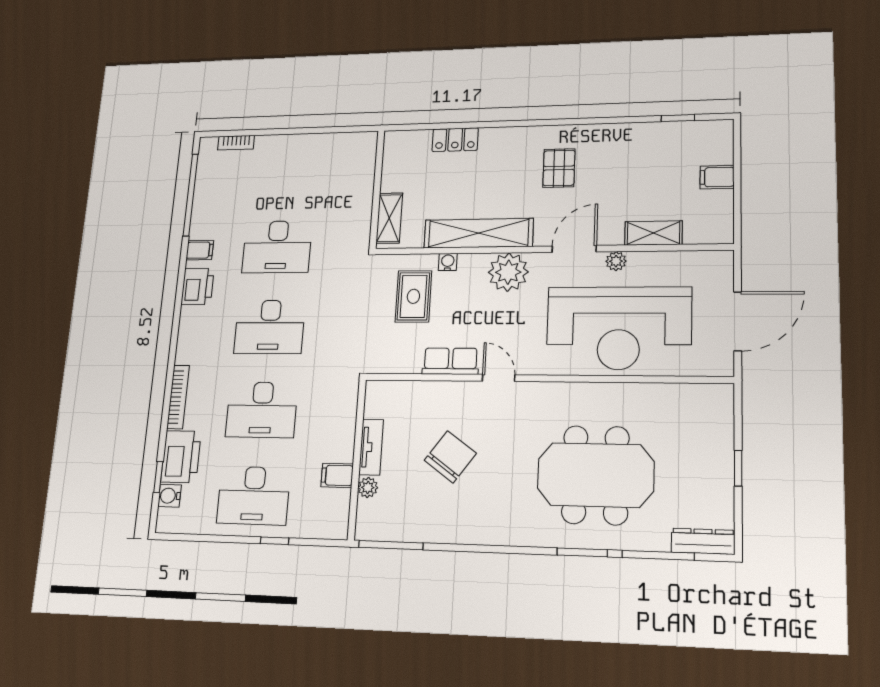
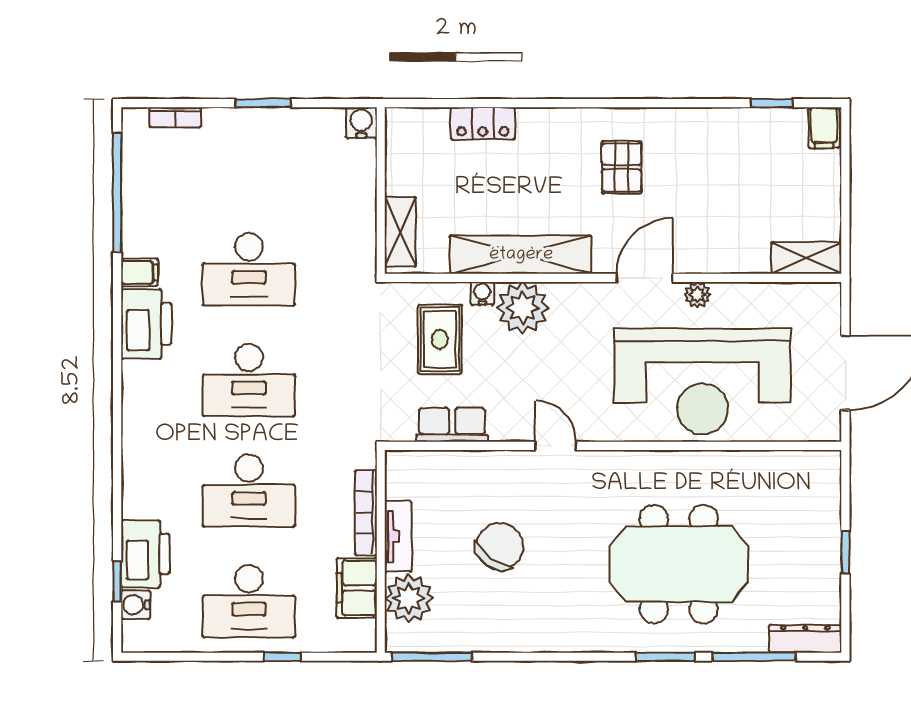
window: (298, 131) -> (263, 103), added
water cooler: (366, 142) -> (361, 123), added
filing cabinet: (717, 177) -> (824, 128), moved, turned -90
shelving: (653, 233) -> (806, 258), moved
plant: (508, 272) -> (523, 308), moved
printer: (198, 286) -> (146, 324), width x1.37, depth x1.19
row of seats: (450, 361) -> (452, 425), moved
bookcase: (178, 397) -> (366, 513), moved, turned 180
filing cabinet: (337, 475) -> (357, 588), width x2.00
plant: (368, 488) -> (409, 598), width x1.88, depth x1.88

